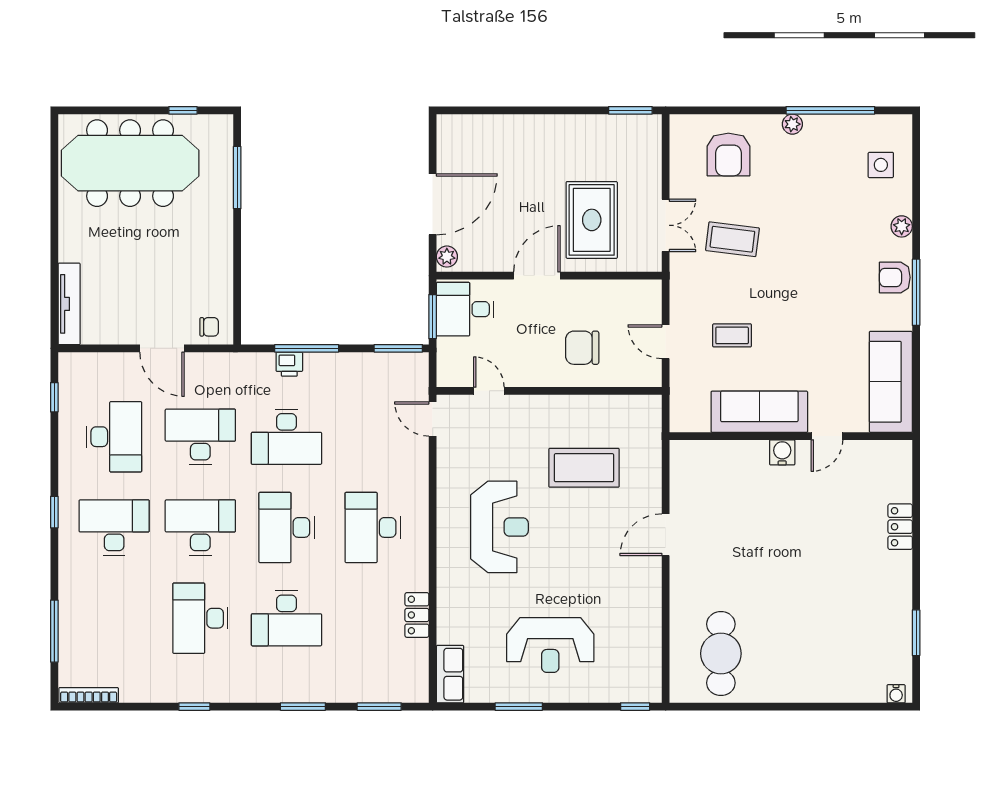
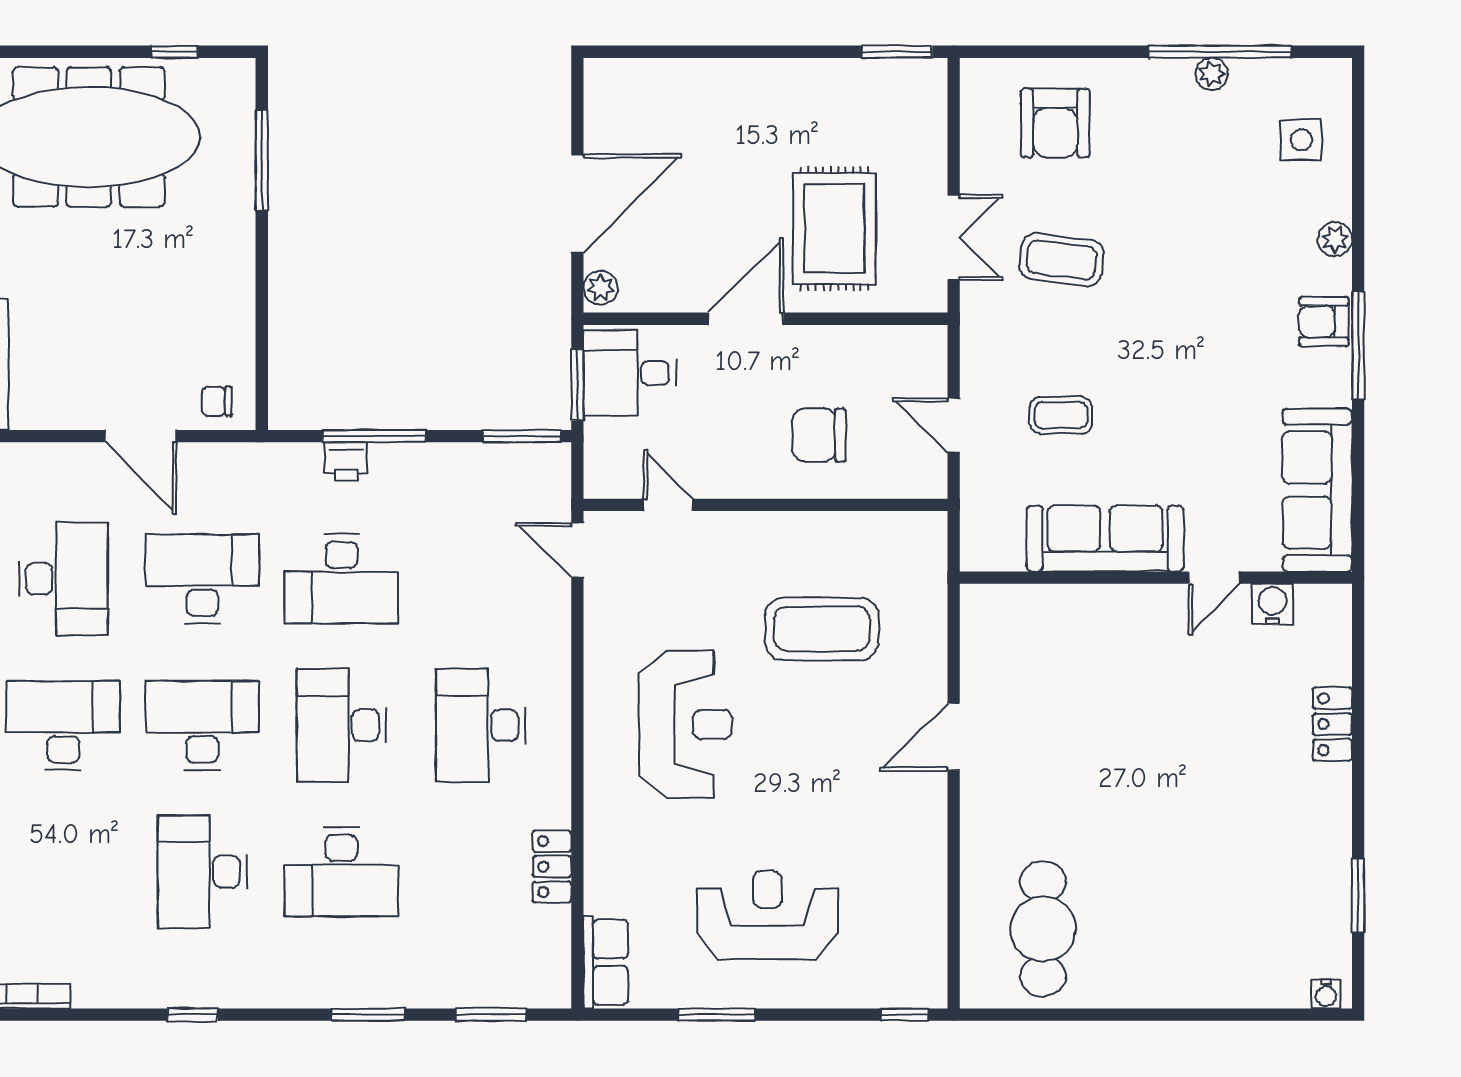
plant: (792, 124) -> (1212, 74), moved
chair: (209, 327) -> (217, 401), turned 180
water cooler: (782, 452) -> (1272, 604), moved
reception desk: (550, 645) -> (767, 915), turned 180

